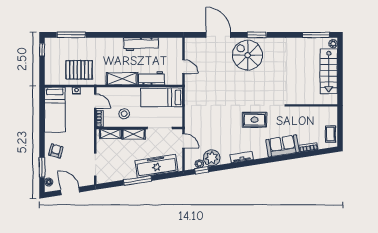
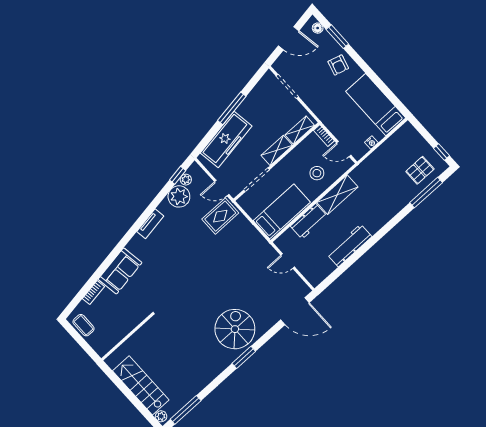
door: (218, 35) -> (295, 311), moved
spiral stairs: (248, 55) -> (235, 329), turned -90
pallet: (79, 70) -> (420, 170), moved, width x0.67, depth x0.71
stool: (124, 114) -> (317, 173), moved
rug: (254, 120) -> (220, 216), moved

